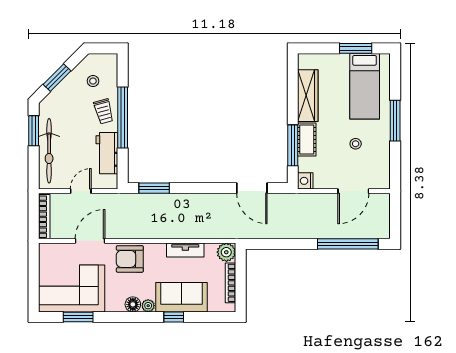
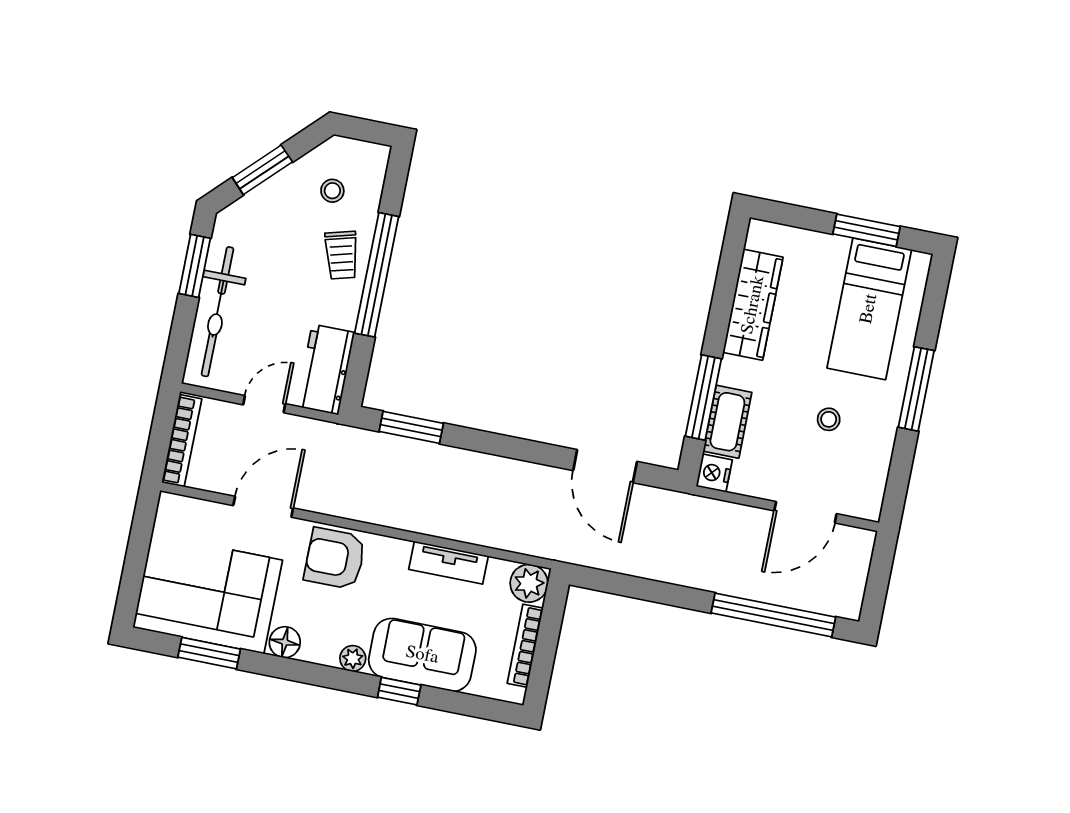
cot: (307, 139) -> (727, 422), moved
workbench: (107, 153) -> (325, 369), moved
floor lamp: (133, 304) -> (285, 642), moved

